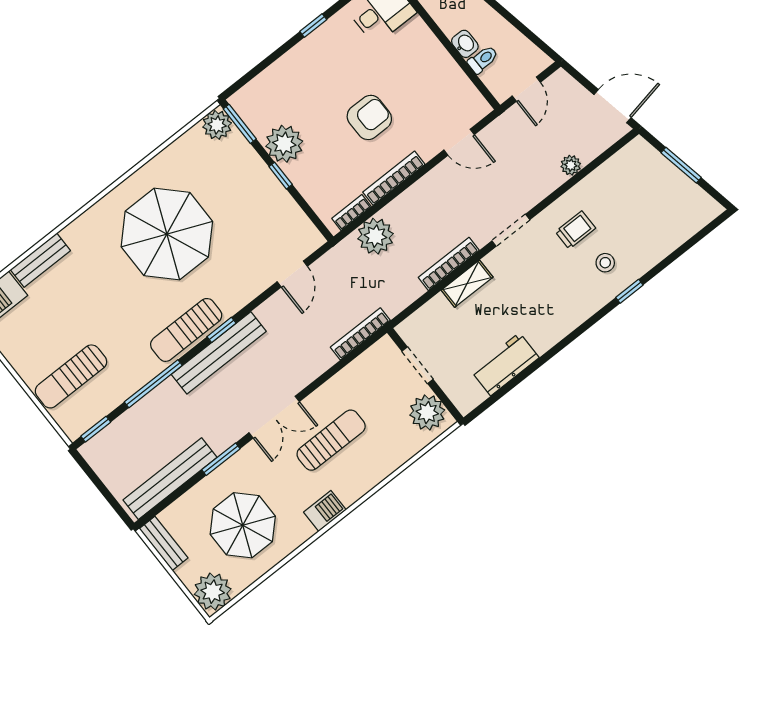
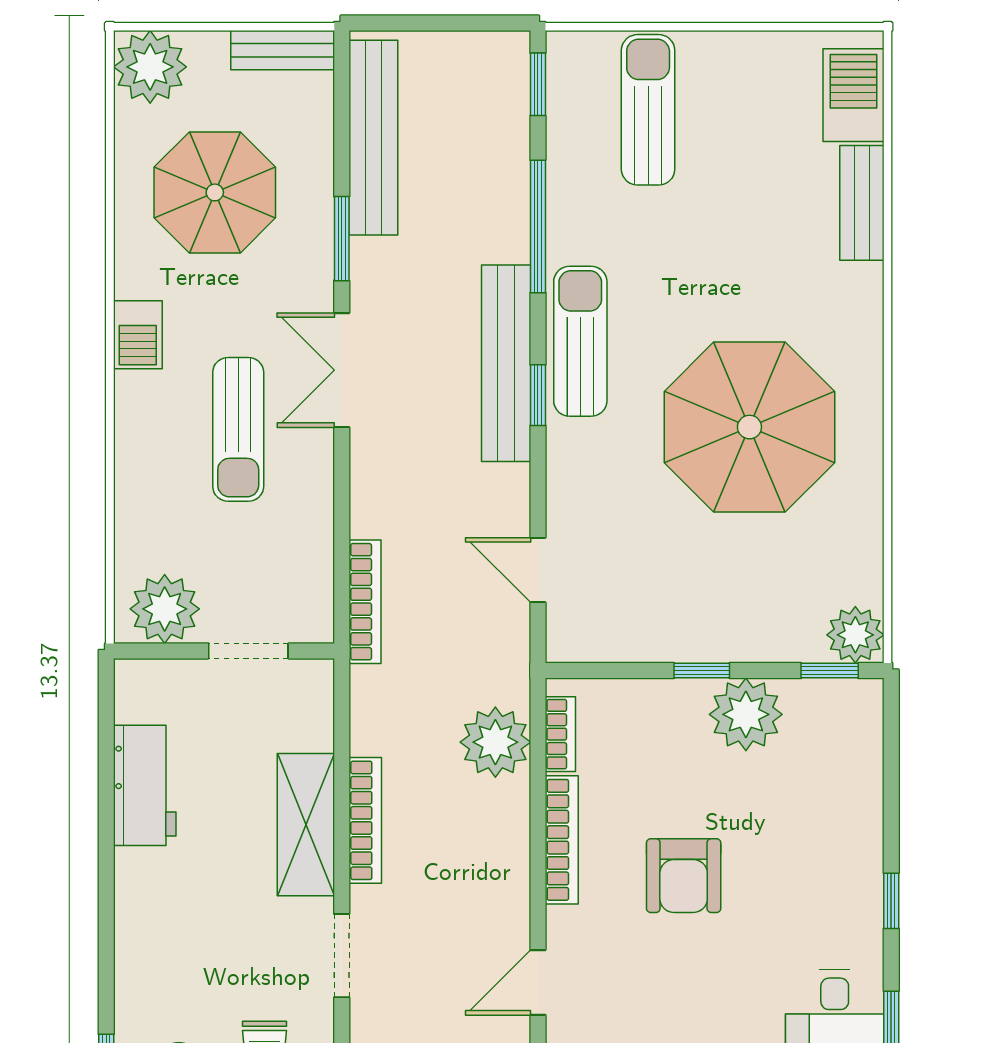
window: (240, 124) -> (830, 671), width x0.67
shelving: (467, 284) -> (306, 825), width x1.50, depth x1.33

